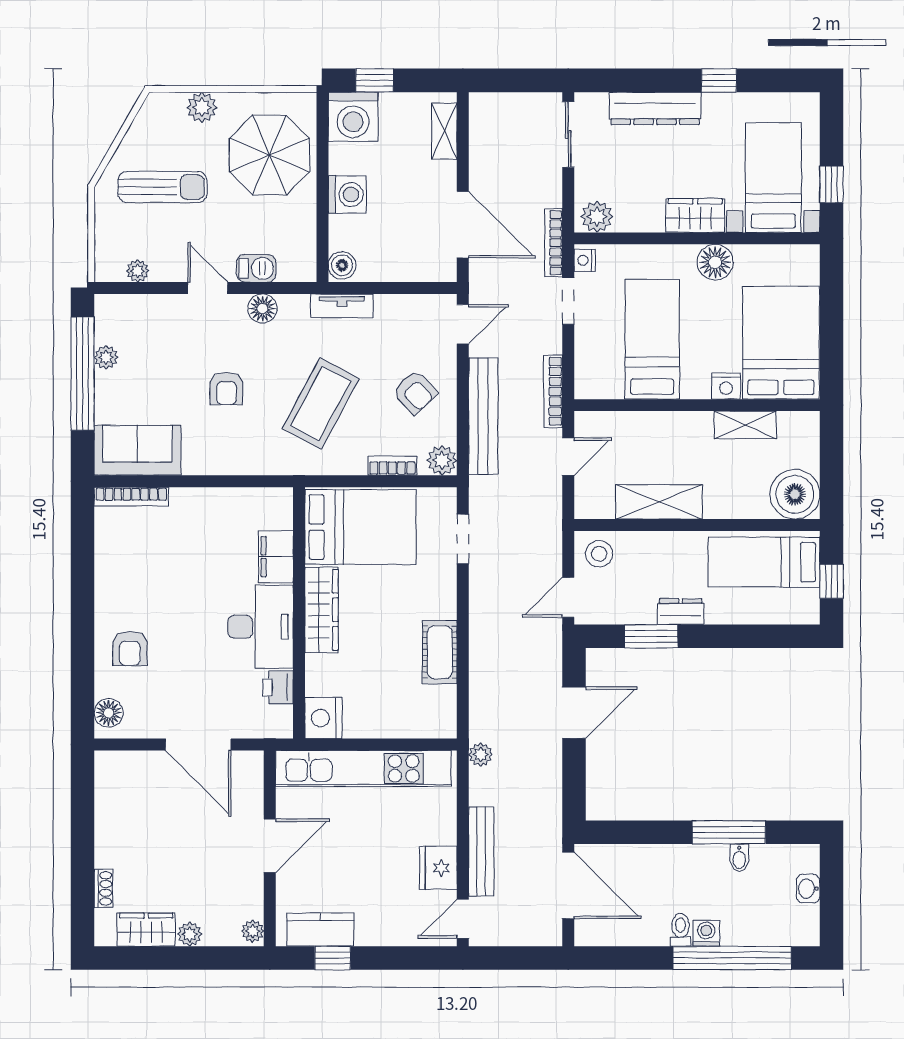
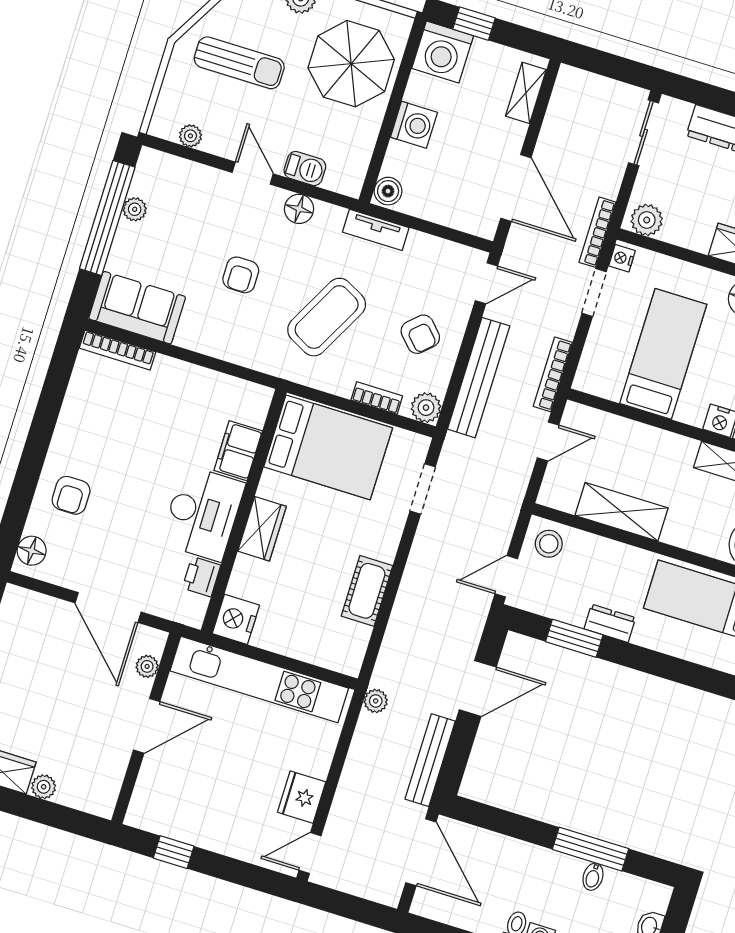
wardrobe: (321, 610) -> (262, 529), width x0.67
bench: (481, 851) -> (430, 760), moved
kitchen counter: (320, 930) -> (170, 821), removed
plant: (253, 931) -> (147, 666), moved

